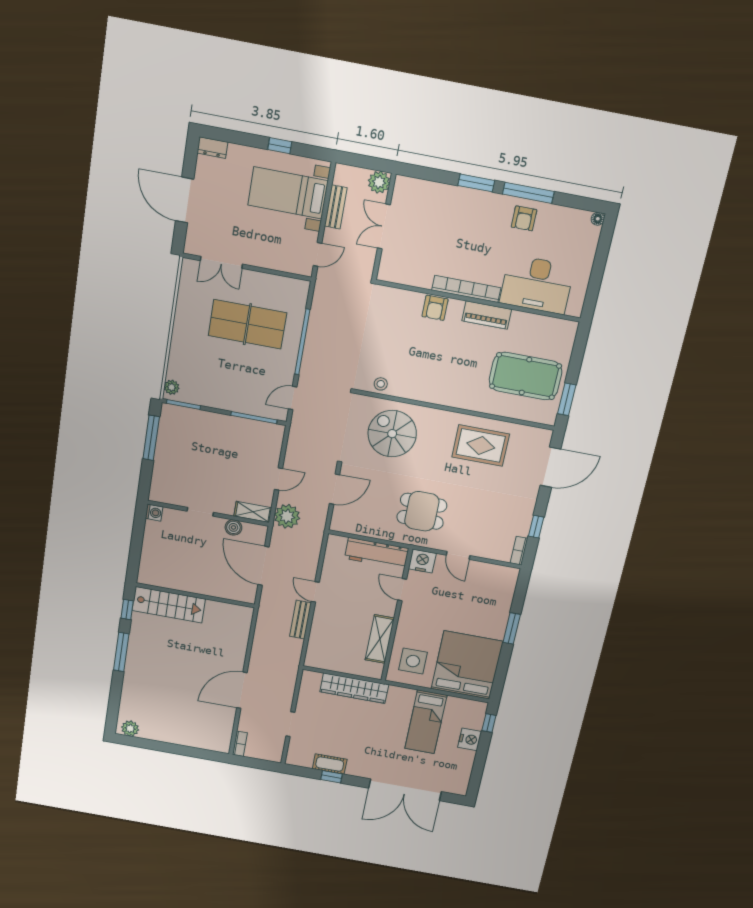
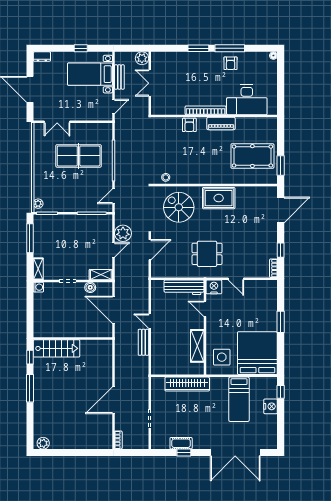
rug: (481, 445) -> (219, 198), moved
shelving: (158, 486) -> (38, 269), added
plant: (287, 516) -> (123, 233), moved

